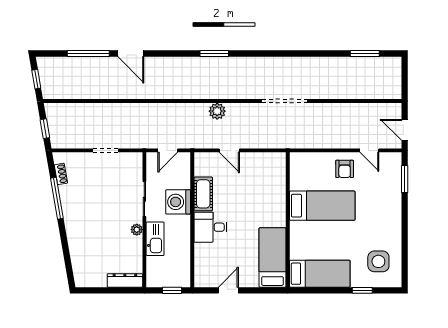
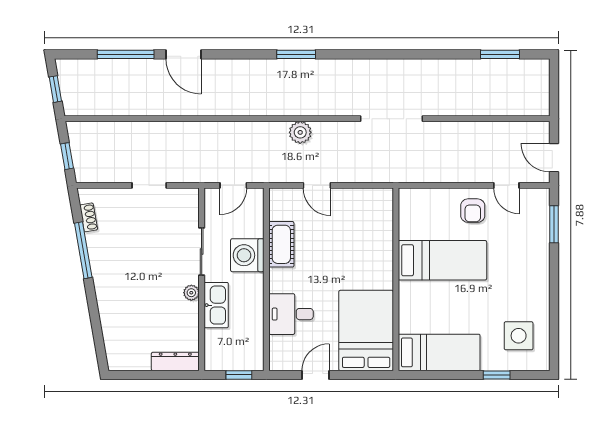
desk: (210, 227) -> (291, 314), moved
bed: (272, 258) -> (366, 330), width x1.50

